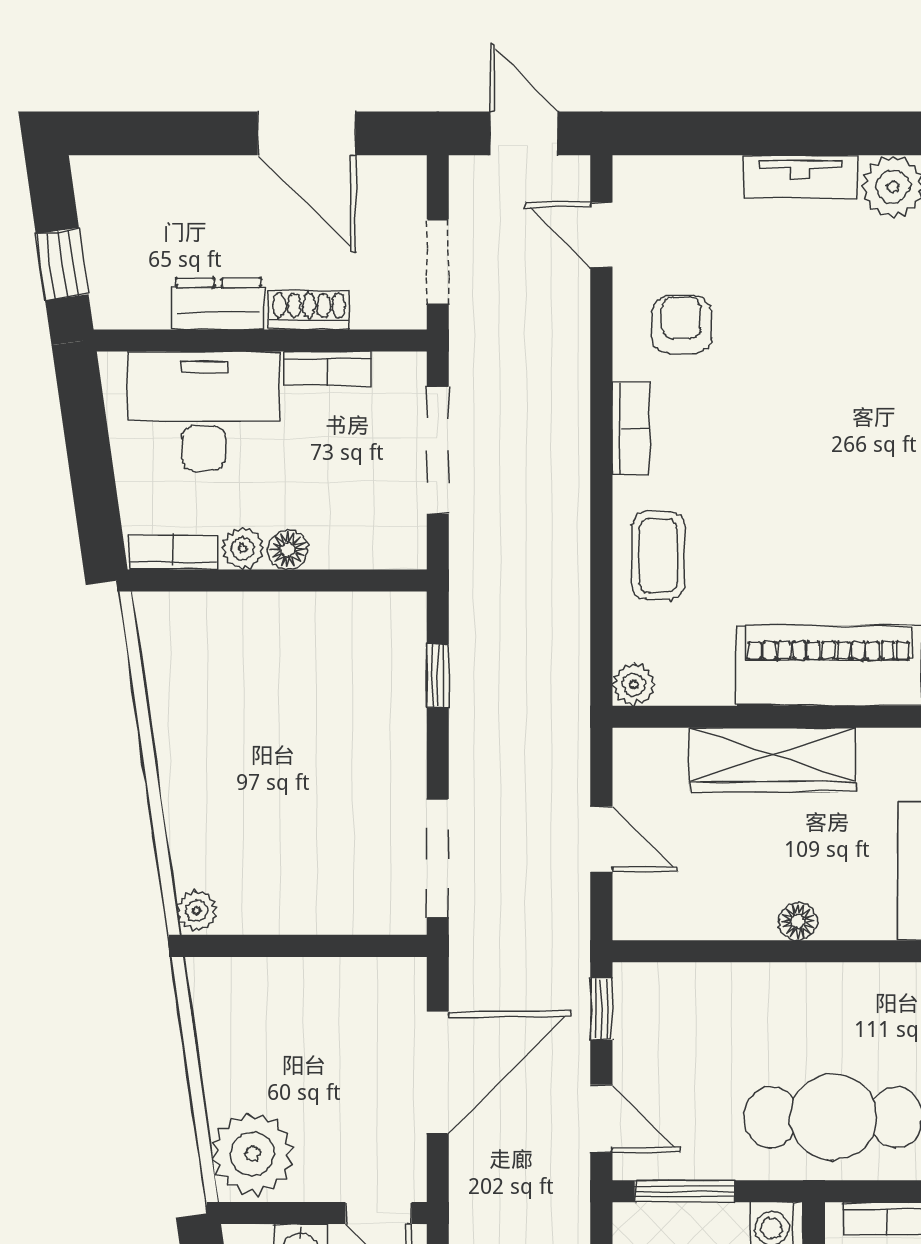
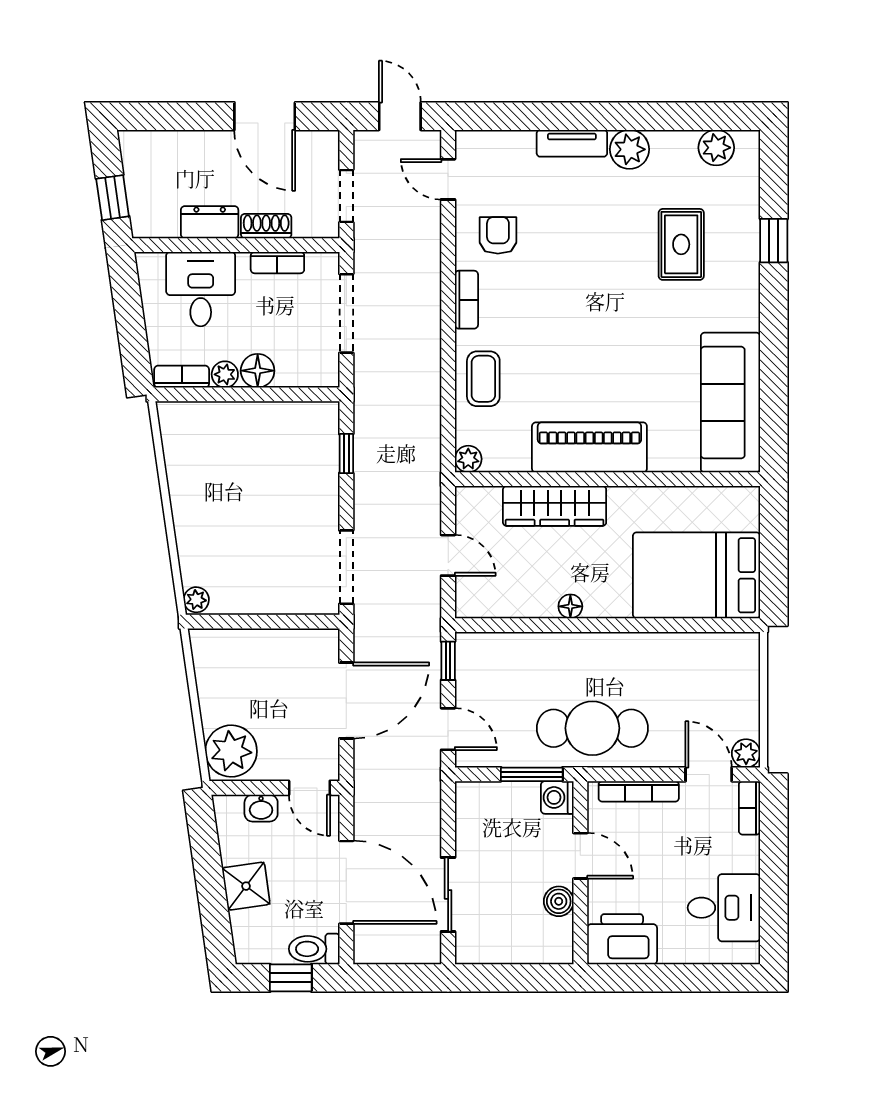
desk: (204, 411) -> (201, 289), width x0.73
floor lamp: (288, 550) -> (258, 371), width x1.37, depth x1.37
window: (684, 1191) -> (532, 774), moved

